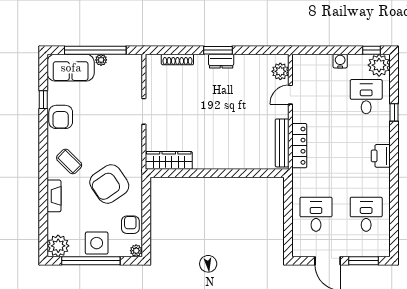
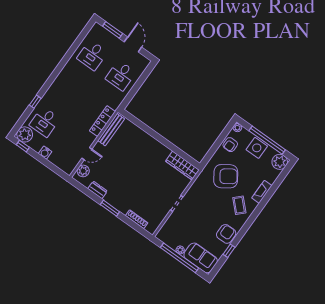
dresser: (221, 61) -> (97, 190), moved
printer: (381, 156) -> (60, 82), removed

